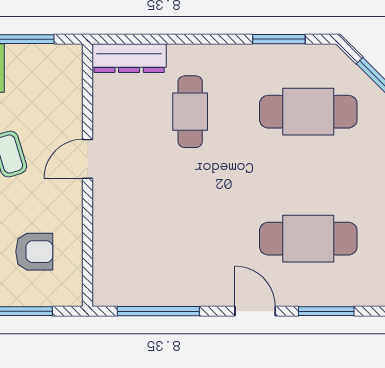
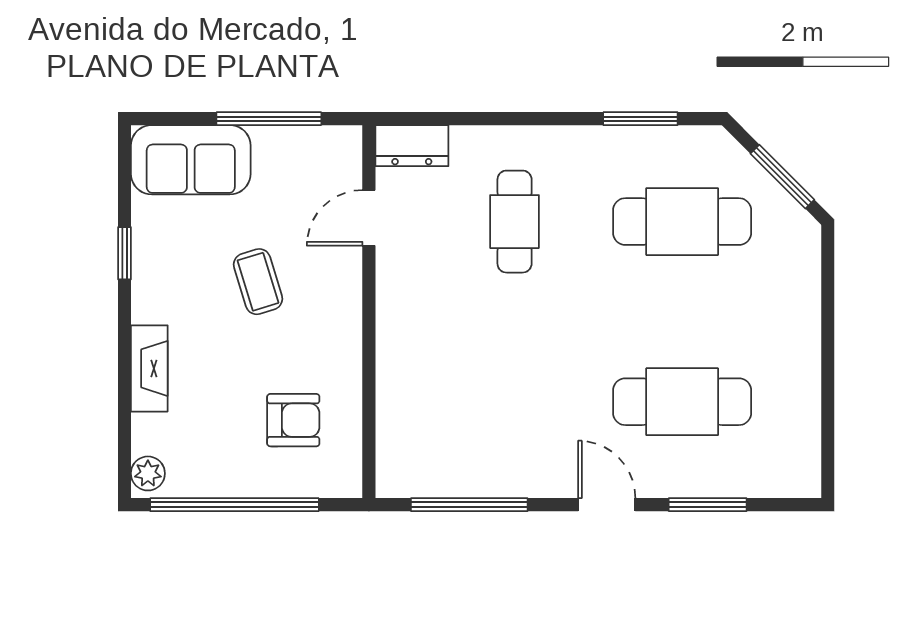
dresser: (129, 58) -> (412, 146), width x0.70
door: (88, 159) -> (369, 218), moved

